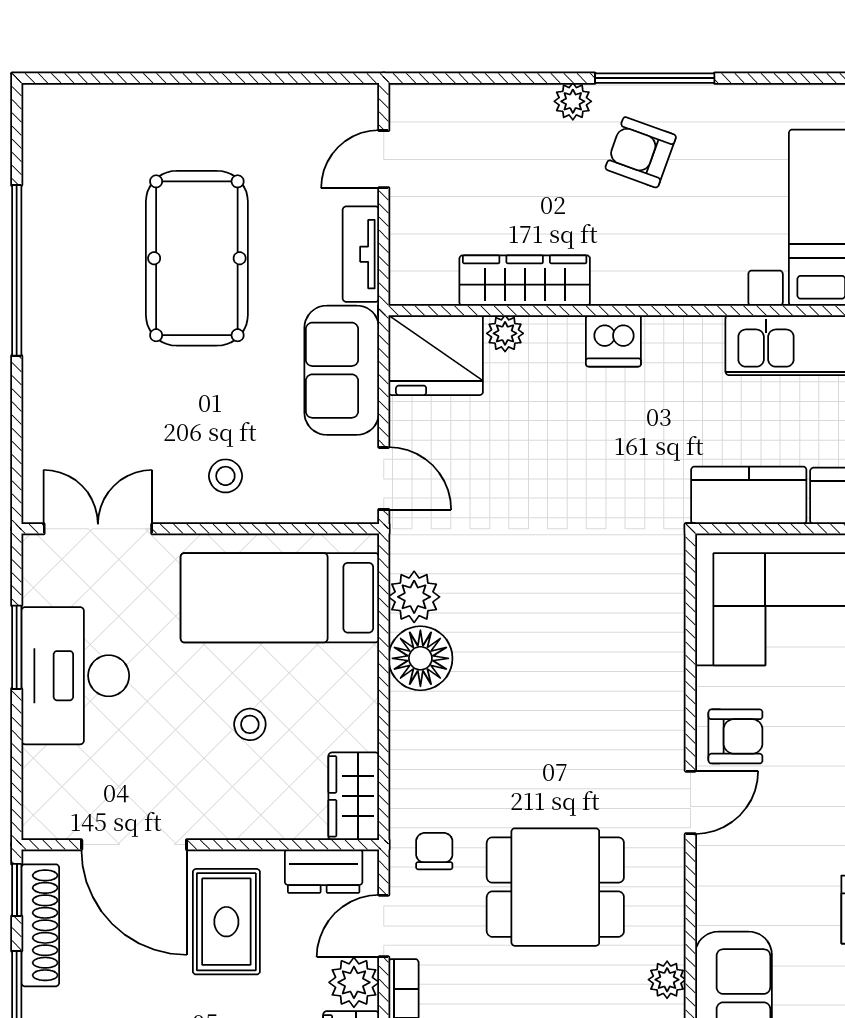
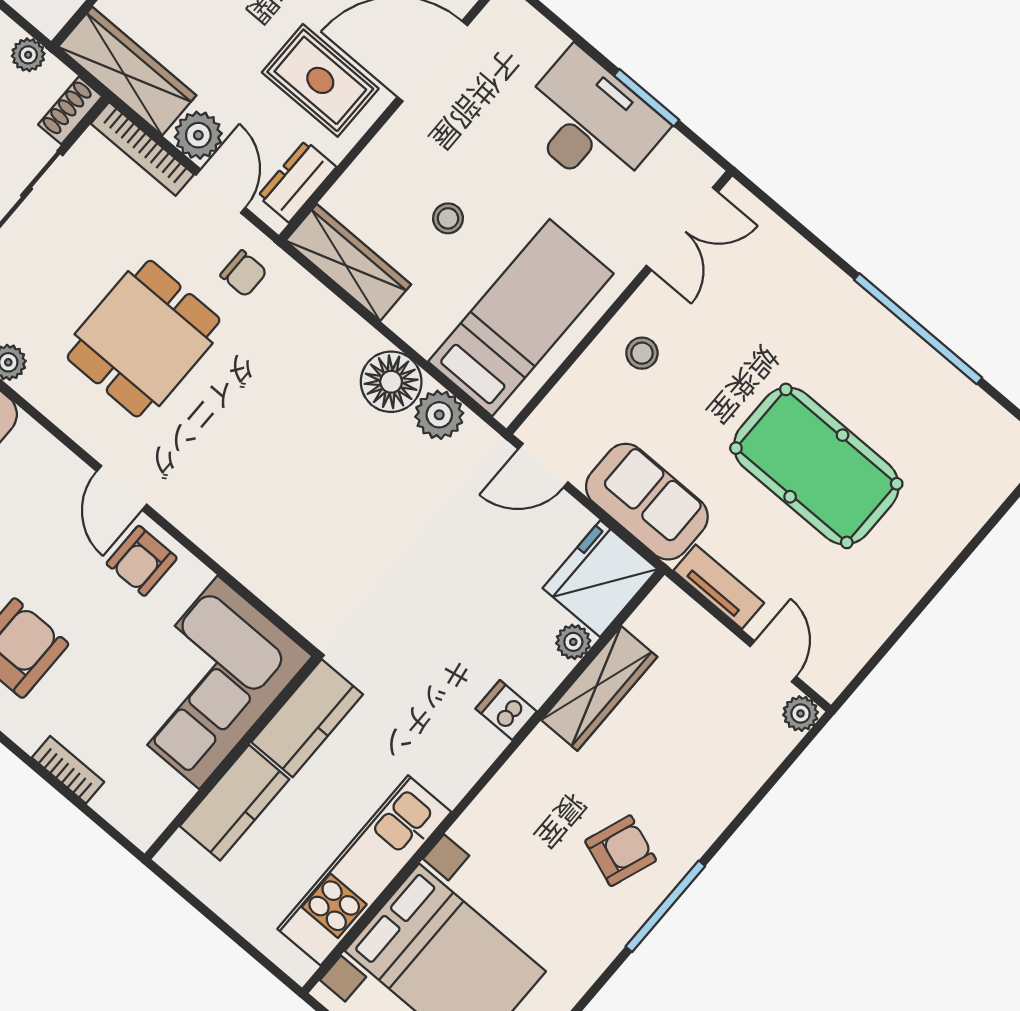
plant: (573, 101) -> (801, 714), moved
dishwasher: (613, 341) -> (506, 710), width x0.73
wardrobe: (354, 796) -> (348, 263), width x1.50

